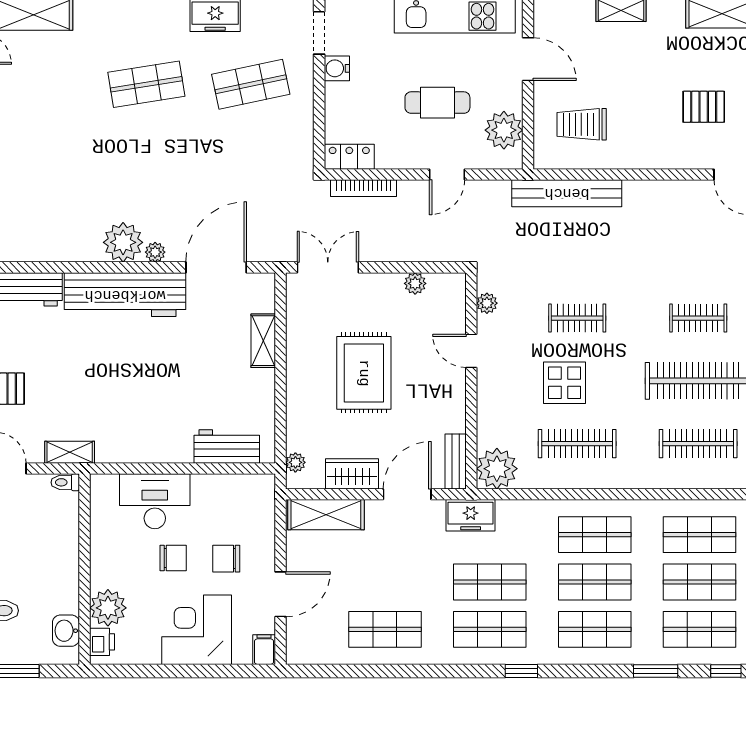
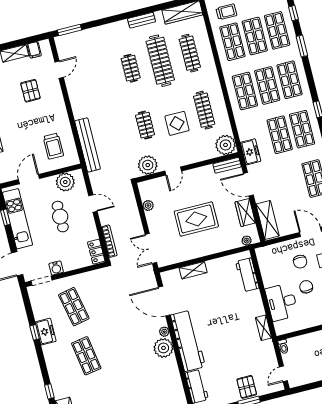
plant: (487, 303) -> (148, 165), width x1.88, depth x1.88
shelving: (70, 452) -> (264, 328), moved

